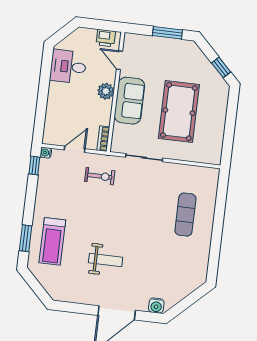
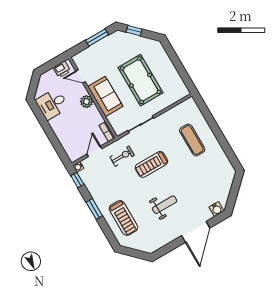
window: (221, 67) -> (134, 31), moved
treadmill: (124, 208) -> (151, 164), added
window: (26, 238) -> (94, 209), moved

